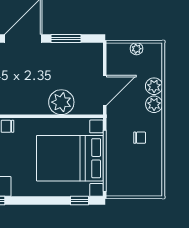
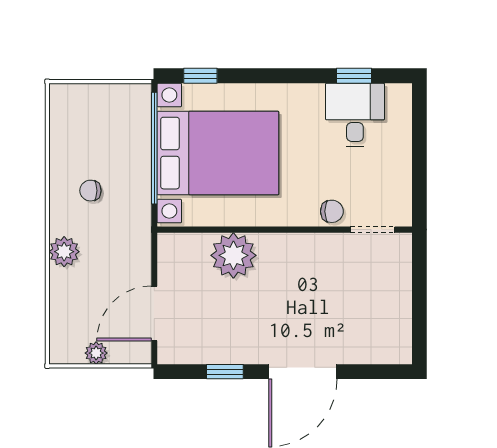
window: (66, 38) -> (225, 372), width x0.67
plant: (154, 86) -> (64, 285), removed
door: (105, 90) -> (154, 313), moved

